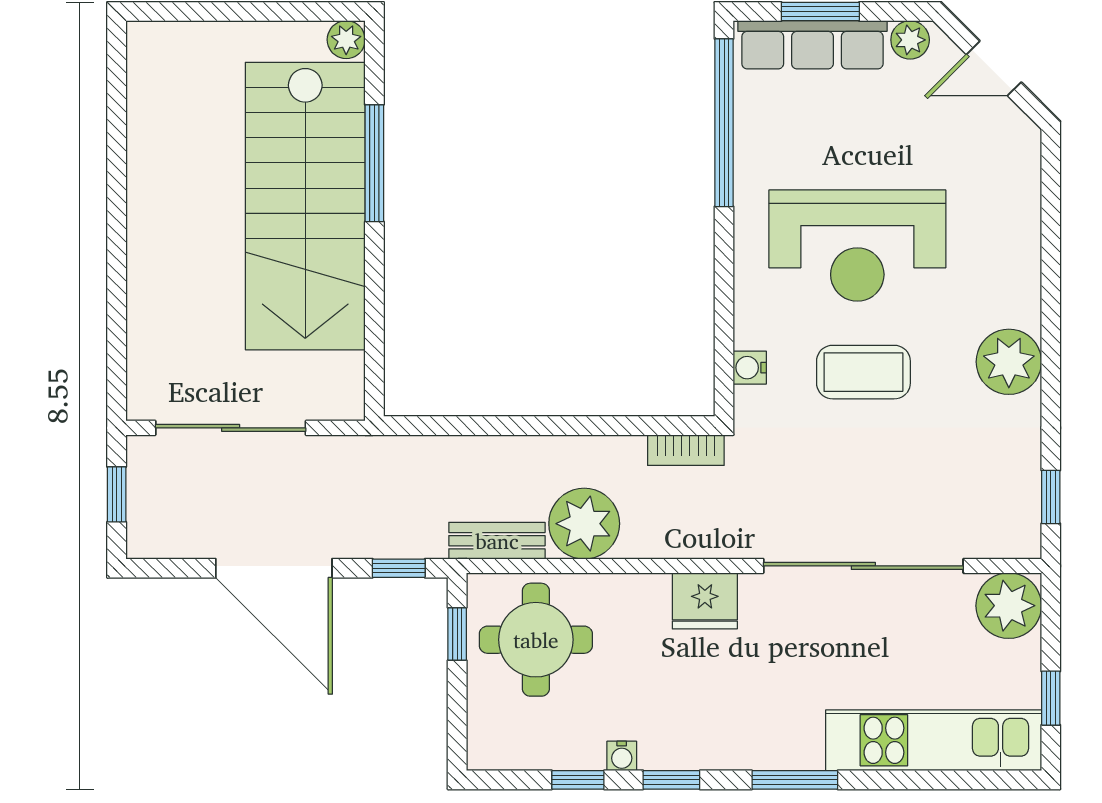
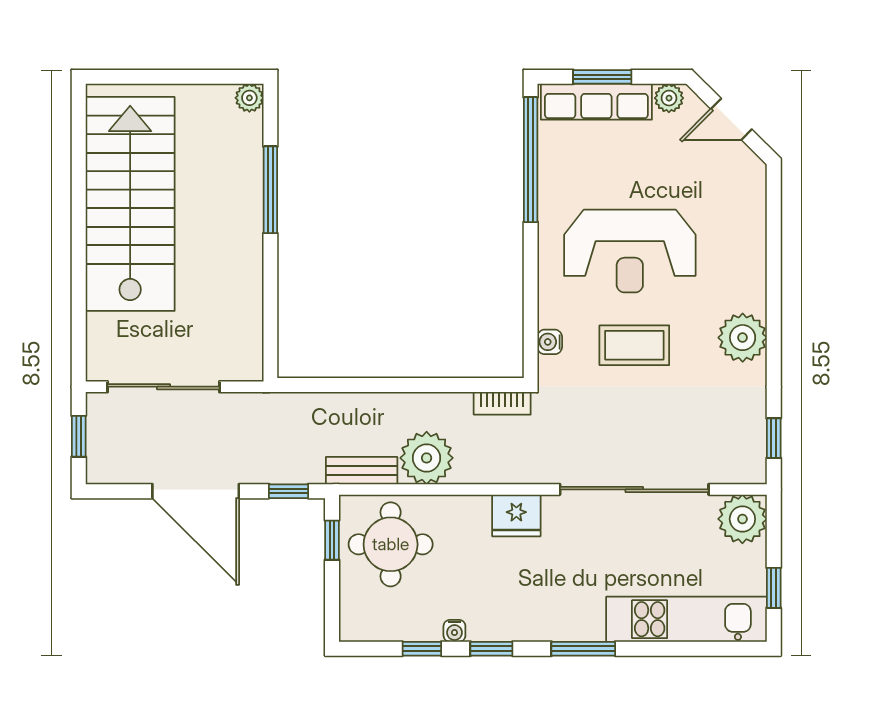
stairs: (305, 206) -> (130, 204), moved, turned 180

